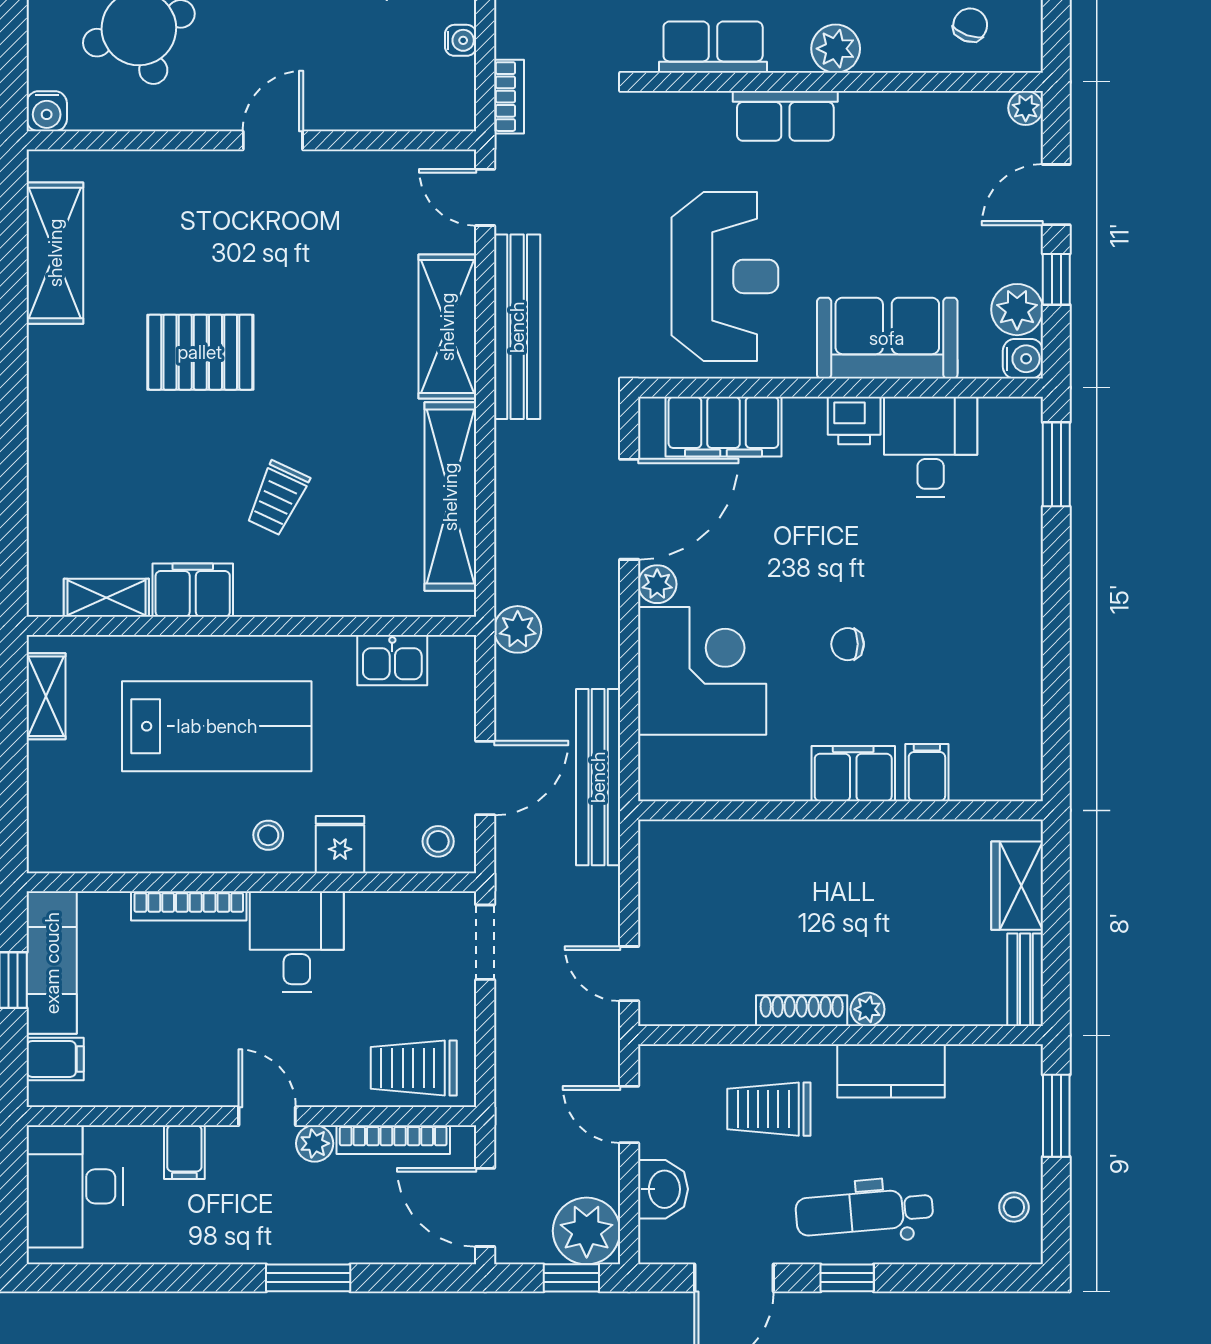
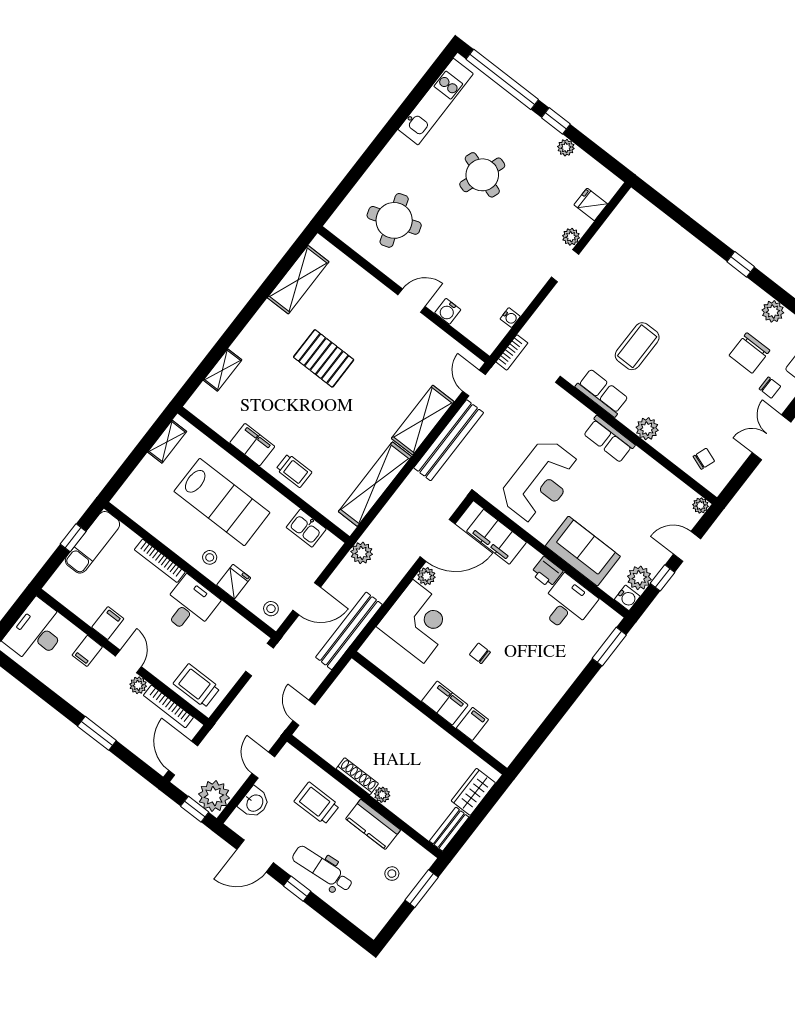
water cooler: (47, 111) -> (448, 311), moved
trolley: (277, 498) -> (294, 471), moved, turned -115
shelving: (106, 598) -> (223, 370), moved, turned 90
filing cabinet: (55, 1059) -> (108, 623), moved, turned -90
stool: (1014, 1207) -> (392, 874), moved

